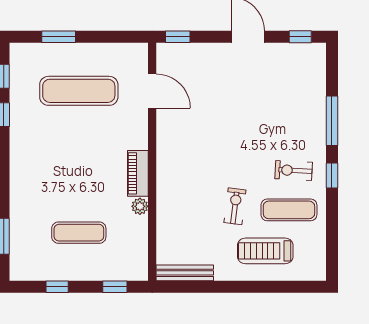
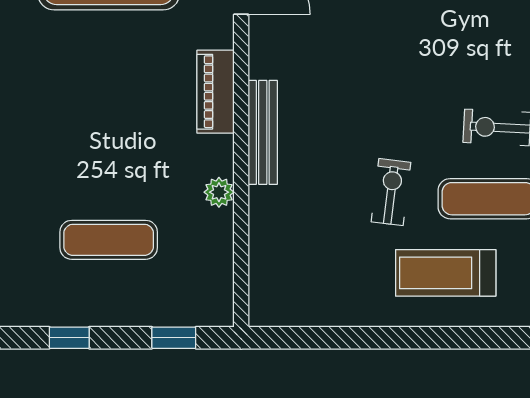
piano: (138, 173) -> (215, 92), moved
bench: (185, 273) -> (263, 132), moved, turned 90

